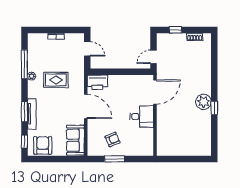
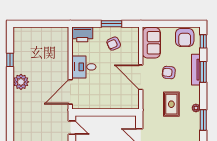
door: (153, 57) -> (72, 128), hinge flipped
window: (24, 64) -> (203, 120), width x0.69
rug: (56, 80) -> (171, 104), turned 90
printer: (97, 82) -> (82, 34), moved, turned 180
window: (214, 108) -> (10, 60), moved
armchair: (58, 111) -> (169, 73), added

